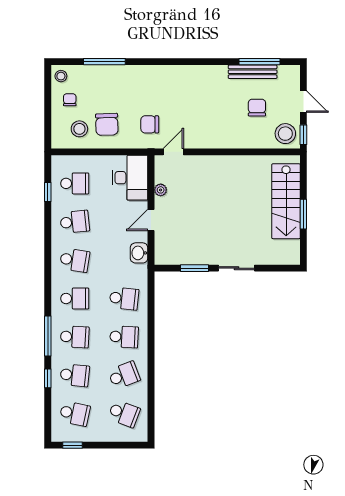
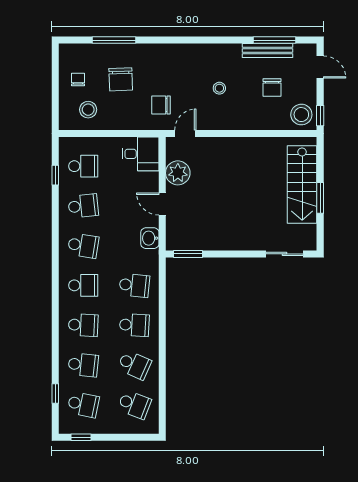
stool: (61, 76) -> (219, 88), moved
door: (303, 102) -> (320, 67), moved
chair: (257, 108) -> (272, 88), turned 180
chair: (107, 124) -> (121, 79), moved
desk: (130, 178) -> (140, 154), width x0.73
plant: (161, 190) -> (178, 173), width x1.88, depth x1.88
door: (151, 220) -> (162, 204), hinge flipped
window: (195, 268) -> (188, 254), moved
sliding door: (236, 268) -> (285, 254), moved
window: (48, 336) -> (55, 324), removed
school desk: (124, 375) -> (134, 365), turned 45
window: (48, 378) -> (55, 394), moved

